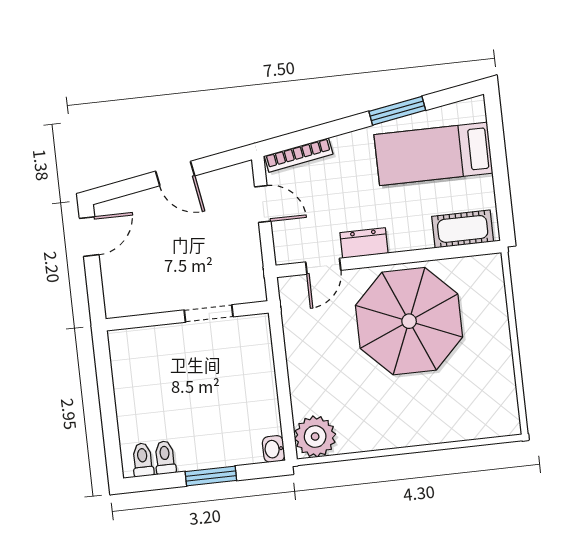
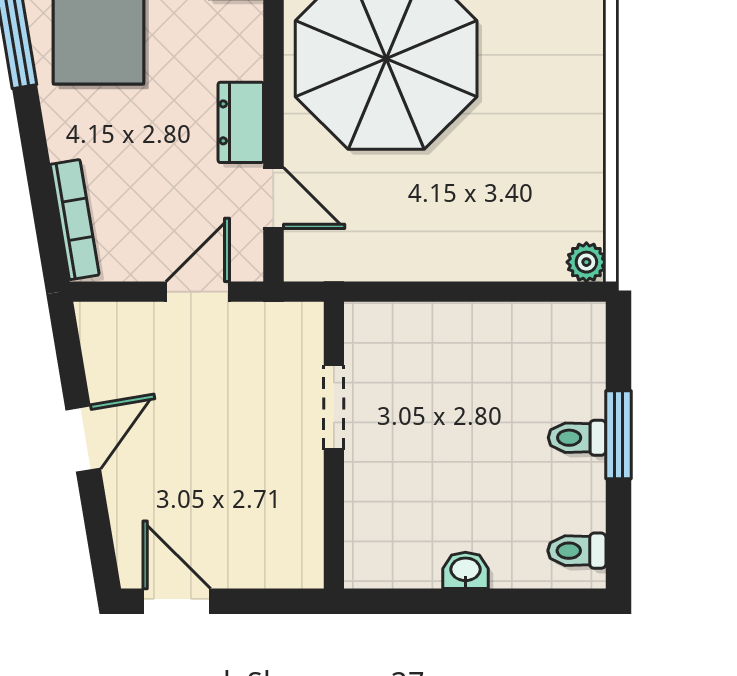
door: (263, 204) -> (198, 292), moved
plant: (315, 436) -> (586, 262), width x0.53, depth x0.53
washbasin: (274, 449) -> (465, 570), moved, turned 180
toilet: (165, 458) -> (577, 438), moved

